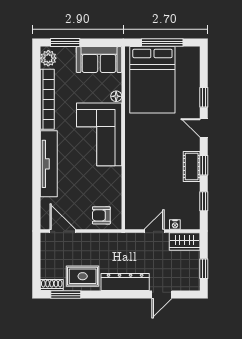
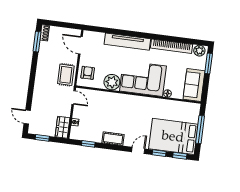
bed: (152, 80) -> (173, 136), moved
window: (204, 165) -> (180, 156), moved
plant: (110, 179) -> (112, 82), added
door: (63, 231) -> (80, 45), swing flipped
door: (154, 231) -> (74, 97), moved
rug: (83, 276) -> (66, 75), moved
dresser: (125, 282) -> (40, 83), removed
door: (162, 294) -> (27, 117), moved

